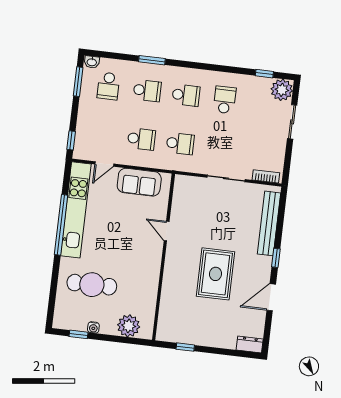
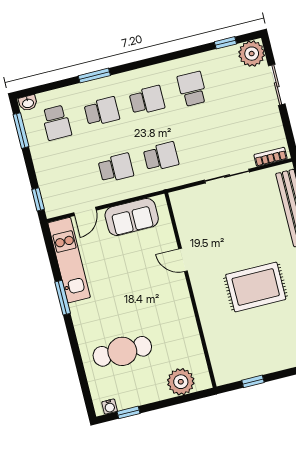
kitchen unit: (76, 210) -> (69, 260), width x0.73
window: (61, 225) -> (63, 298), width x0.47
rug: (215, 274) -> (256, 287), turned 90
water cooler: (93, 327) -> (110, 407), moved

